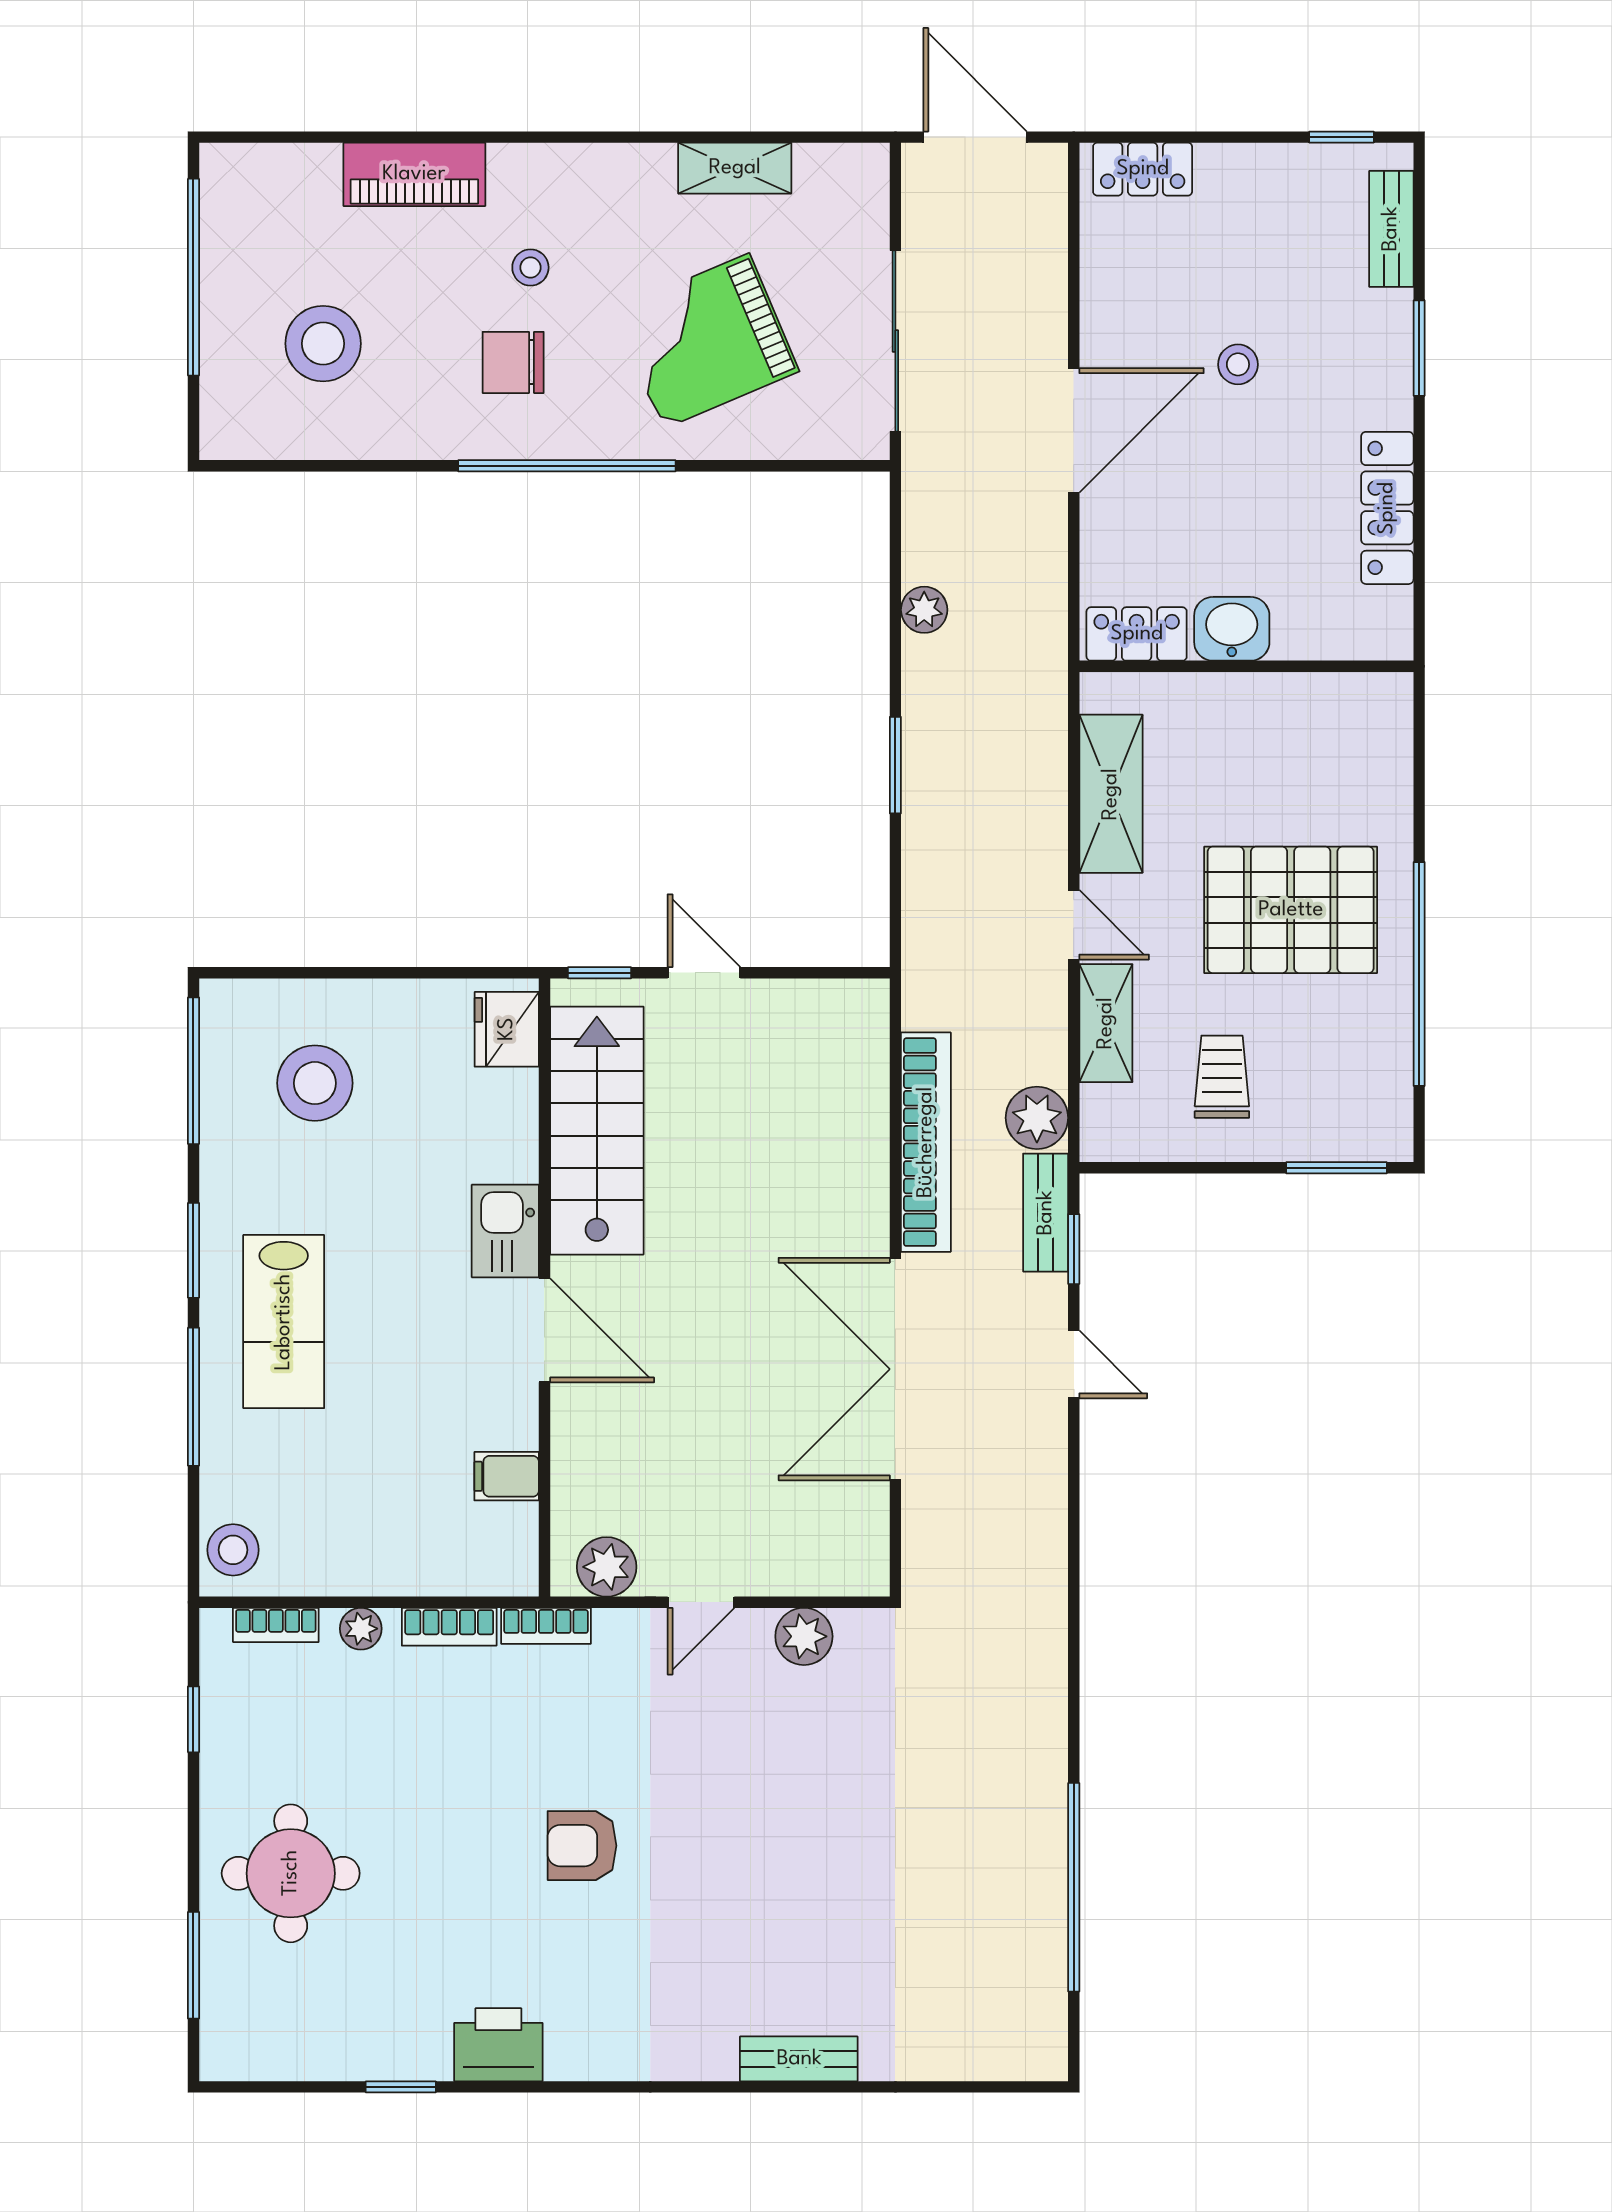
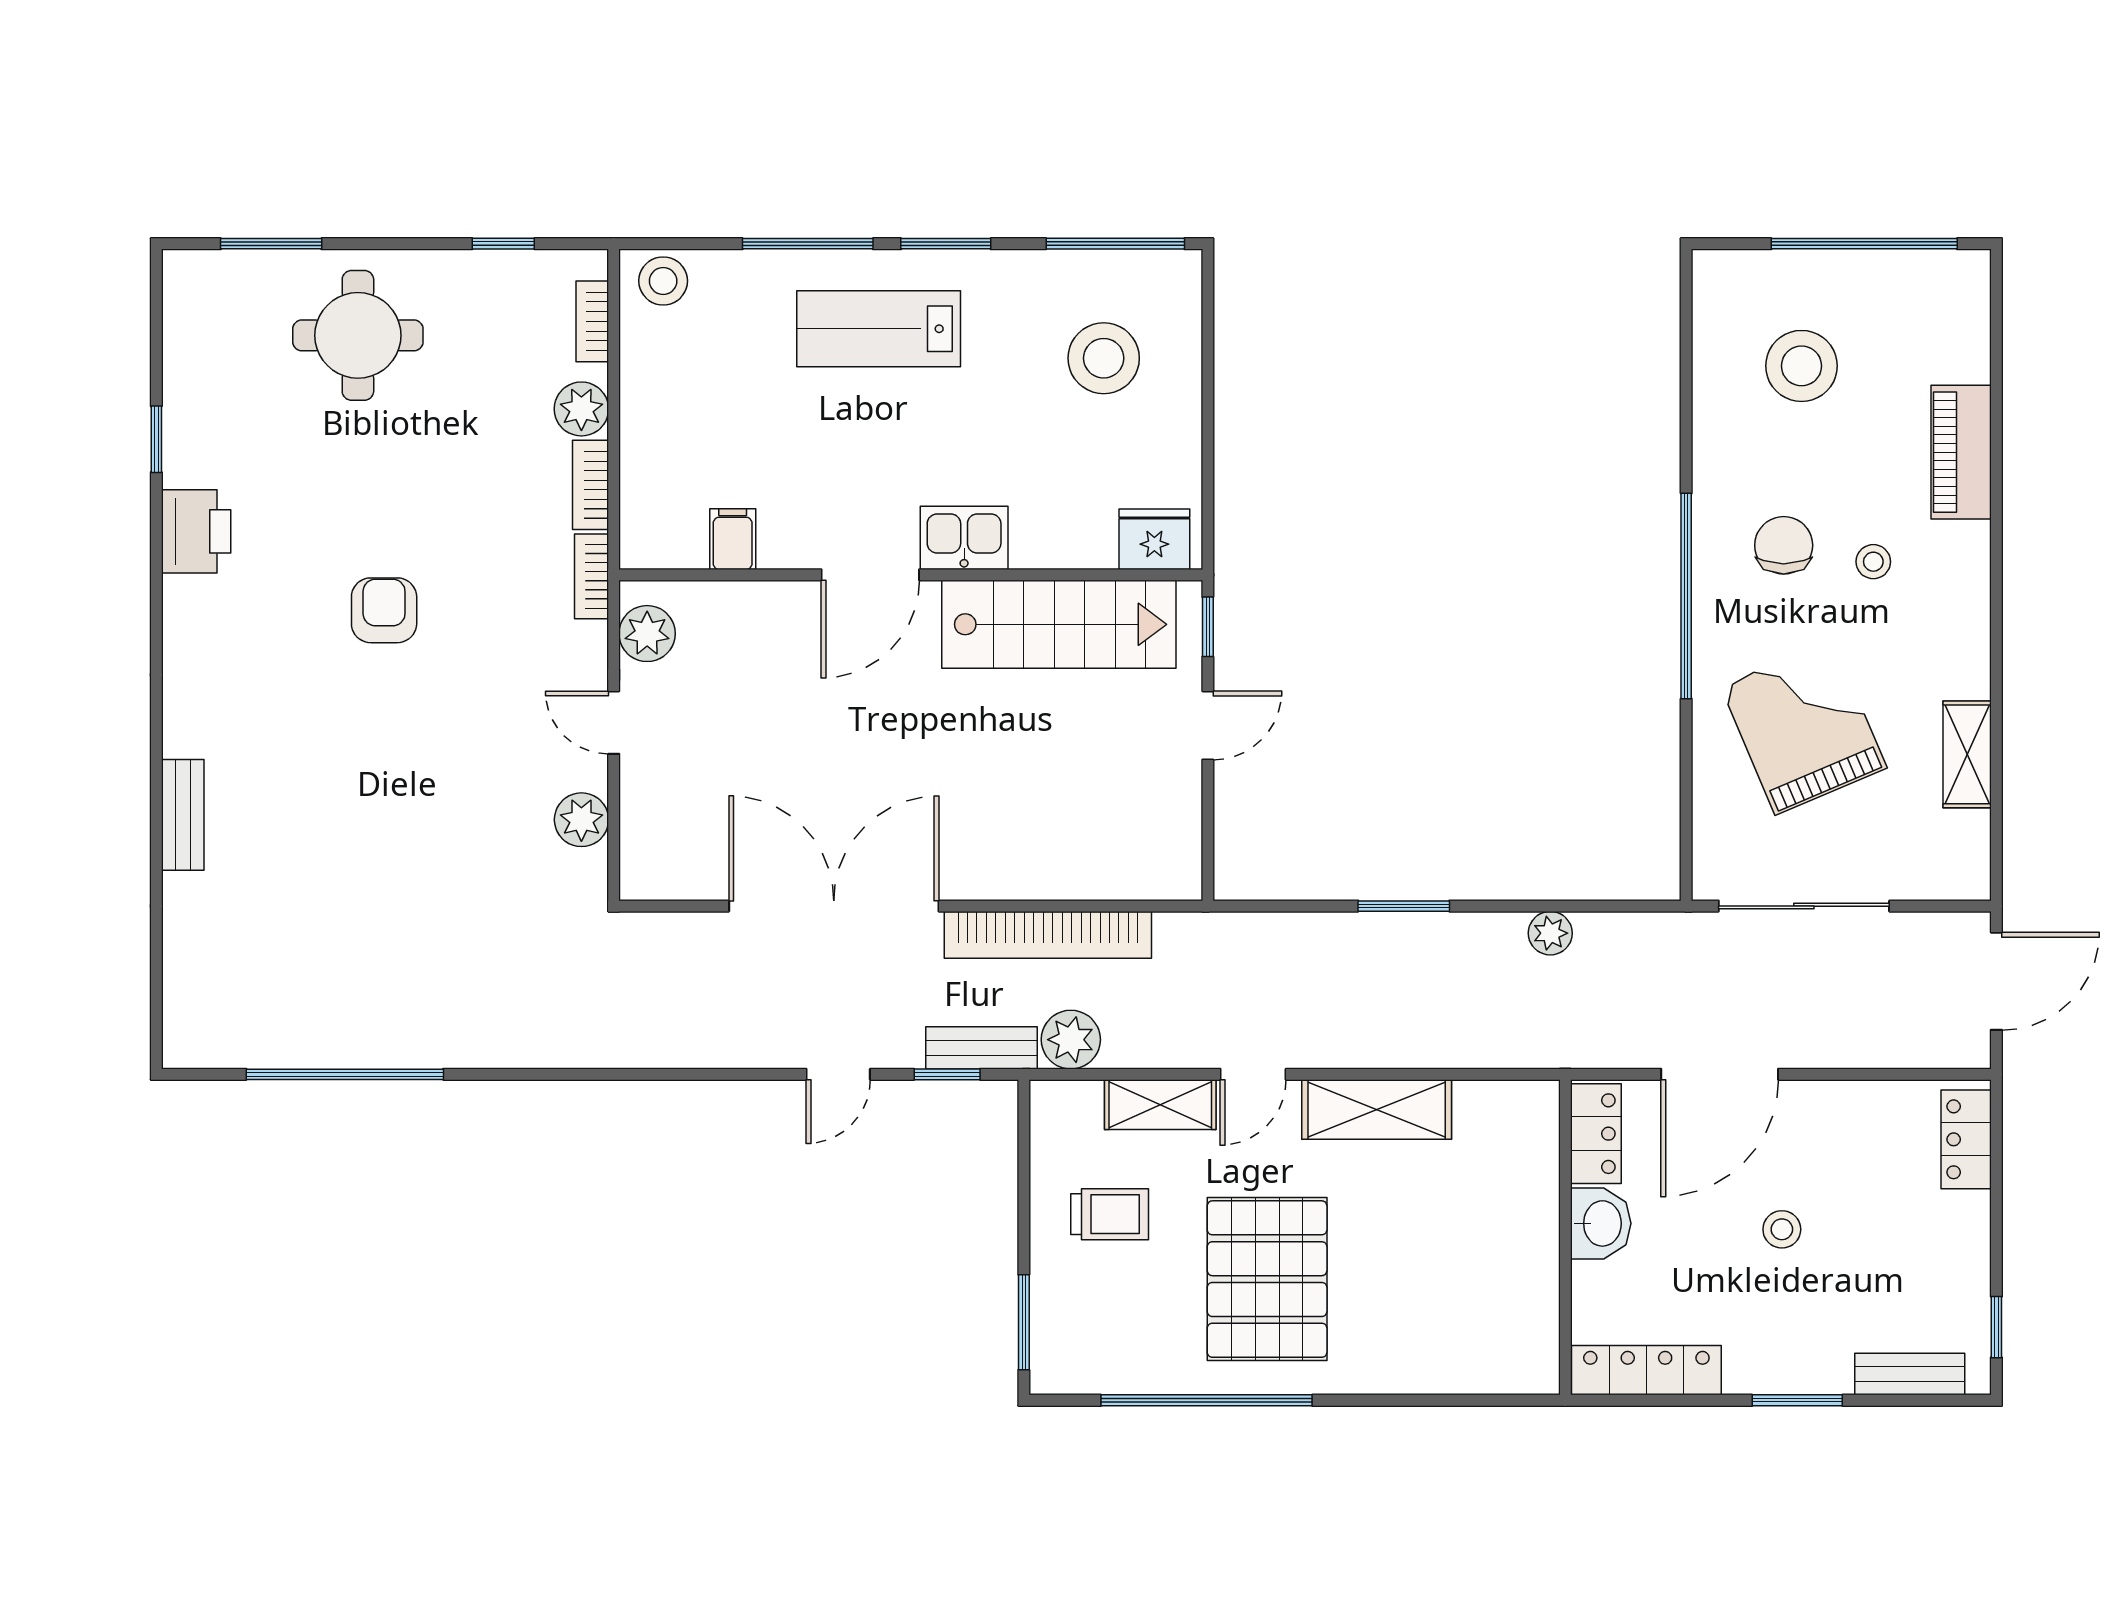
door: (1074, 430) -> (1720, 1074), hinge flipped
washbasin: (1232, 629) -> (1601, 1223), moved
locker: (1137, 634) -> (1596, 1134), moved
wall: (1246, 666) -> (1565, 1237), moved
plant: (361, 1629) -> (581, 409), width x1.38, depth x1.38

